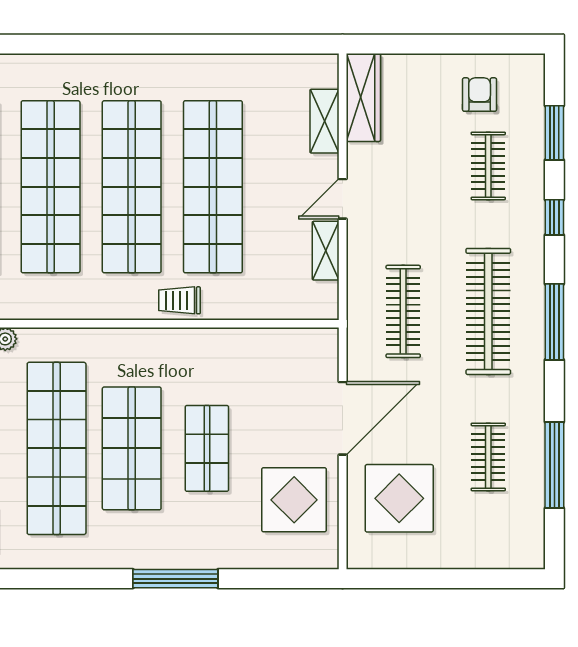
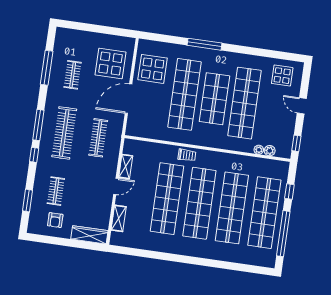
wardrobe: (363, 98) -> (89, 235), moved, turned 90
window: (554, 217) -> (34, 155), moved
shop shelf: (207, 448) -> (184, 94), width x2.00, depth x1.36

